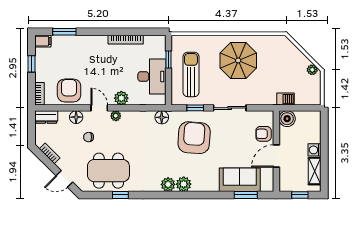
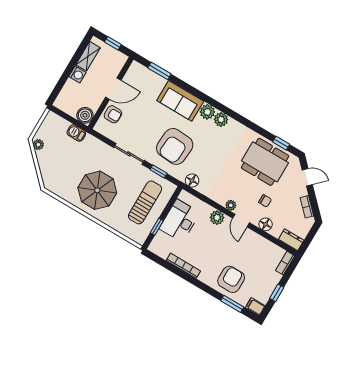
sun lounger: (191, 74) -> (145, 202), turned 180
armchair: (69, 90) -> (231, 279), moved, turned 180
sofa: (240, 180) -> (180, 101), moved
window: (120, 195) -> (281, 143), moved

